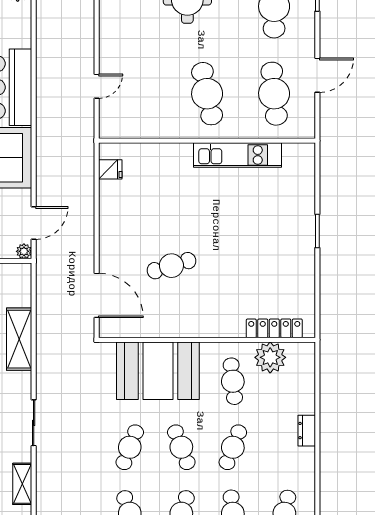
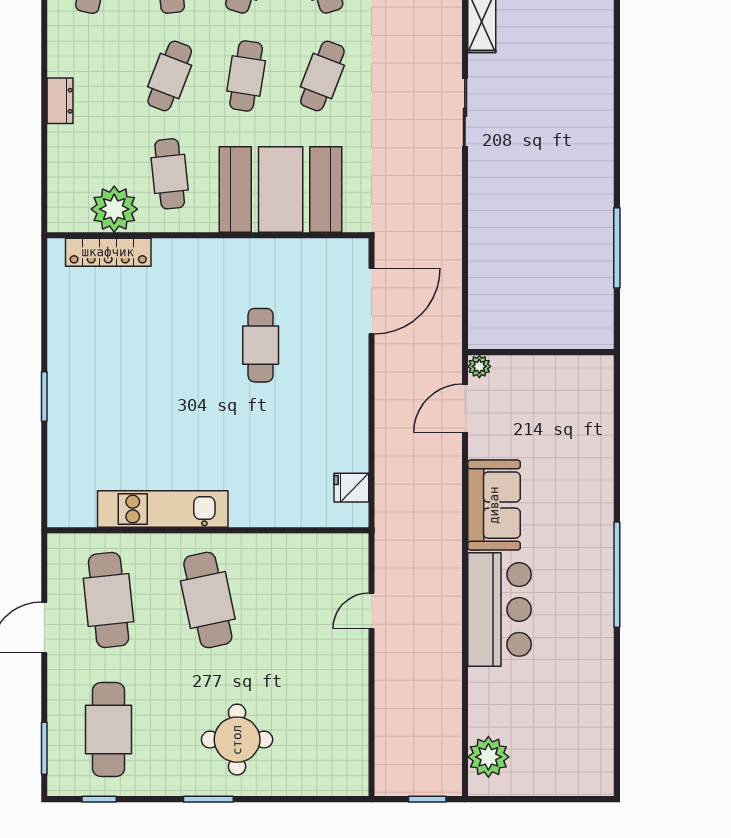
cafe table: (171, 266) -> (261, 345), turned -73
door: (97, 295) -> (371, 301), swing flipped
shelving: (19, 339) -> (486, 236), removed
cafe table: (181, 447) -> (246, 76), turned 30

